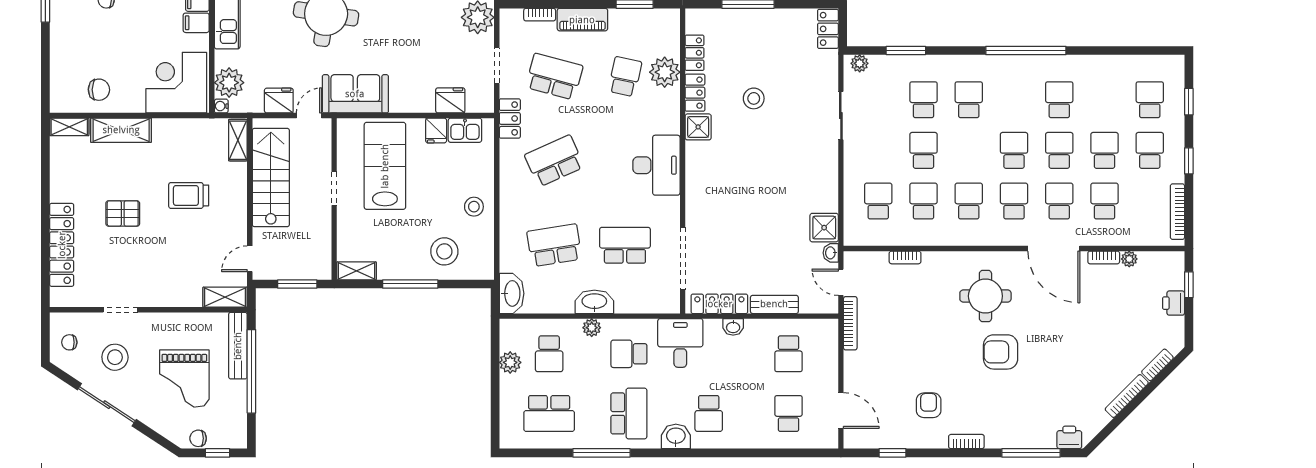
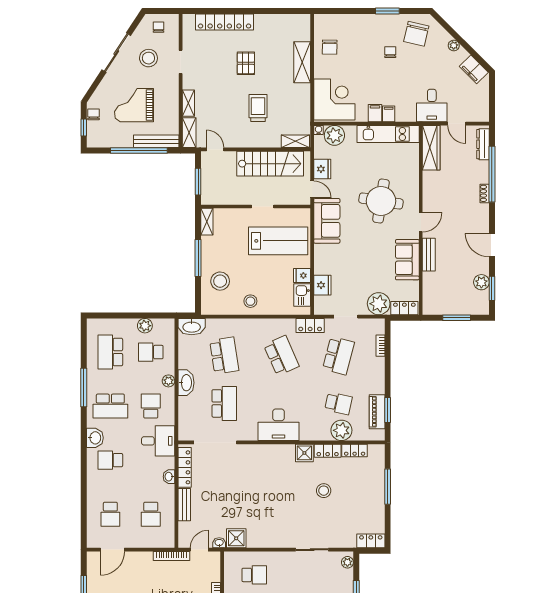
piano: (582, 20) -> (377, 412), moved
shelving: (69, 127) -> (188, 103), moved
school desk: (788, 354) -> (151, 514), turned -90
school desk: (788, 413) -> (110, 514), turned 90

